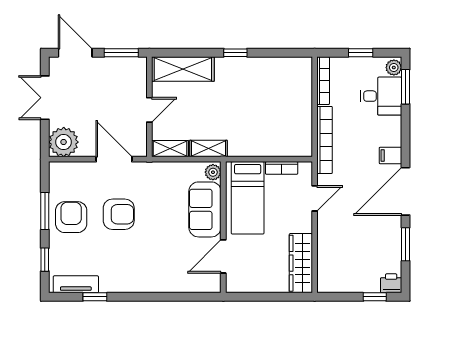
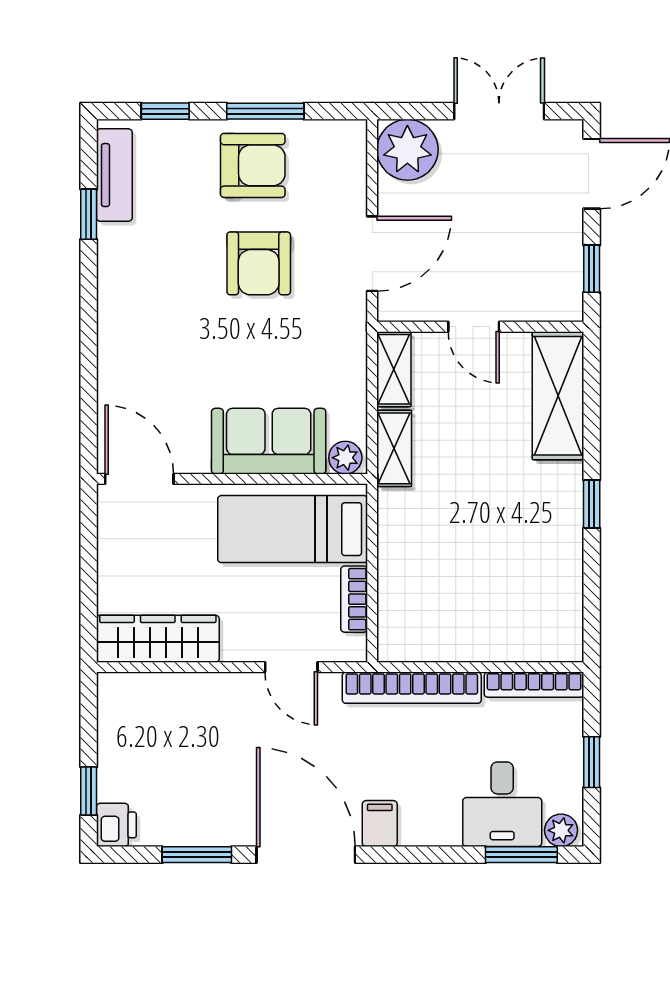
window: (121, 53) -> (592, 269), width x0.67
door: (223, 256) -> (139, 479), moved

